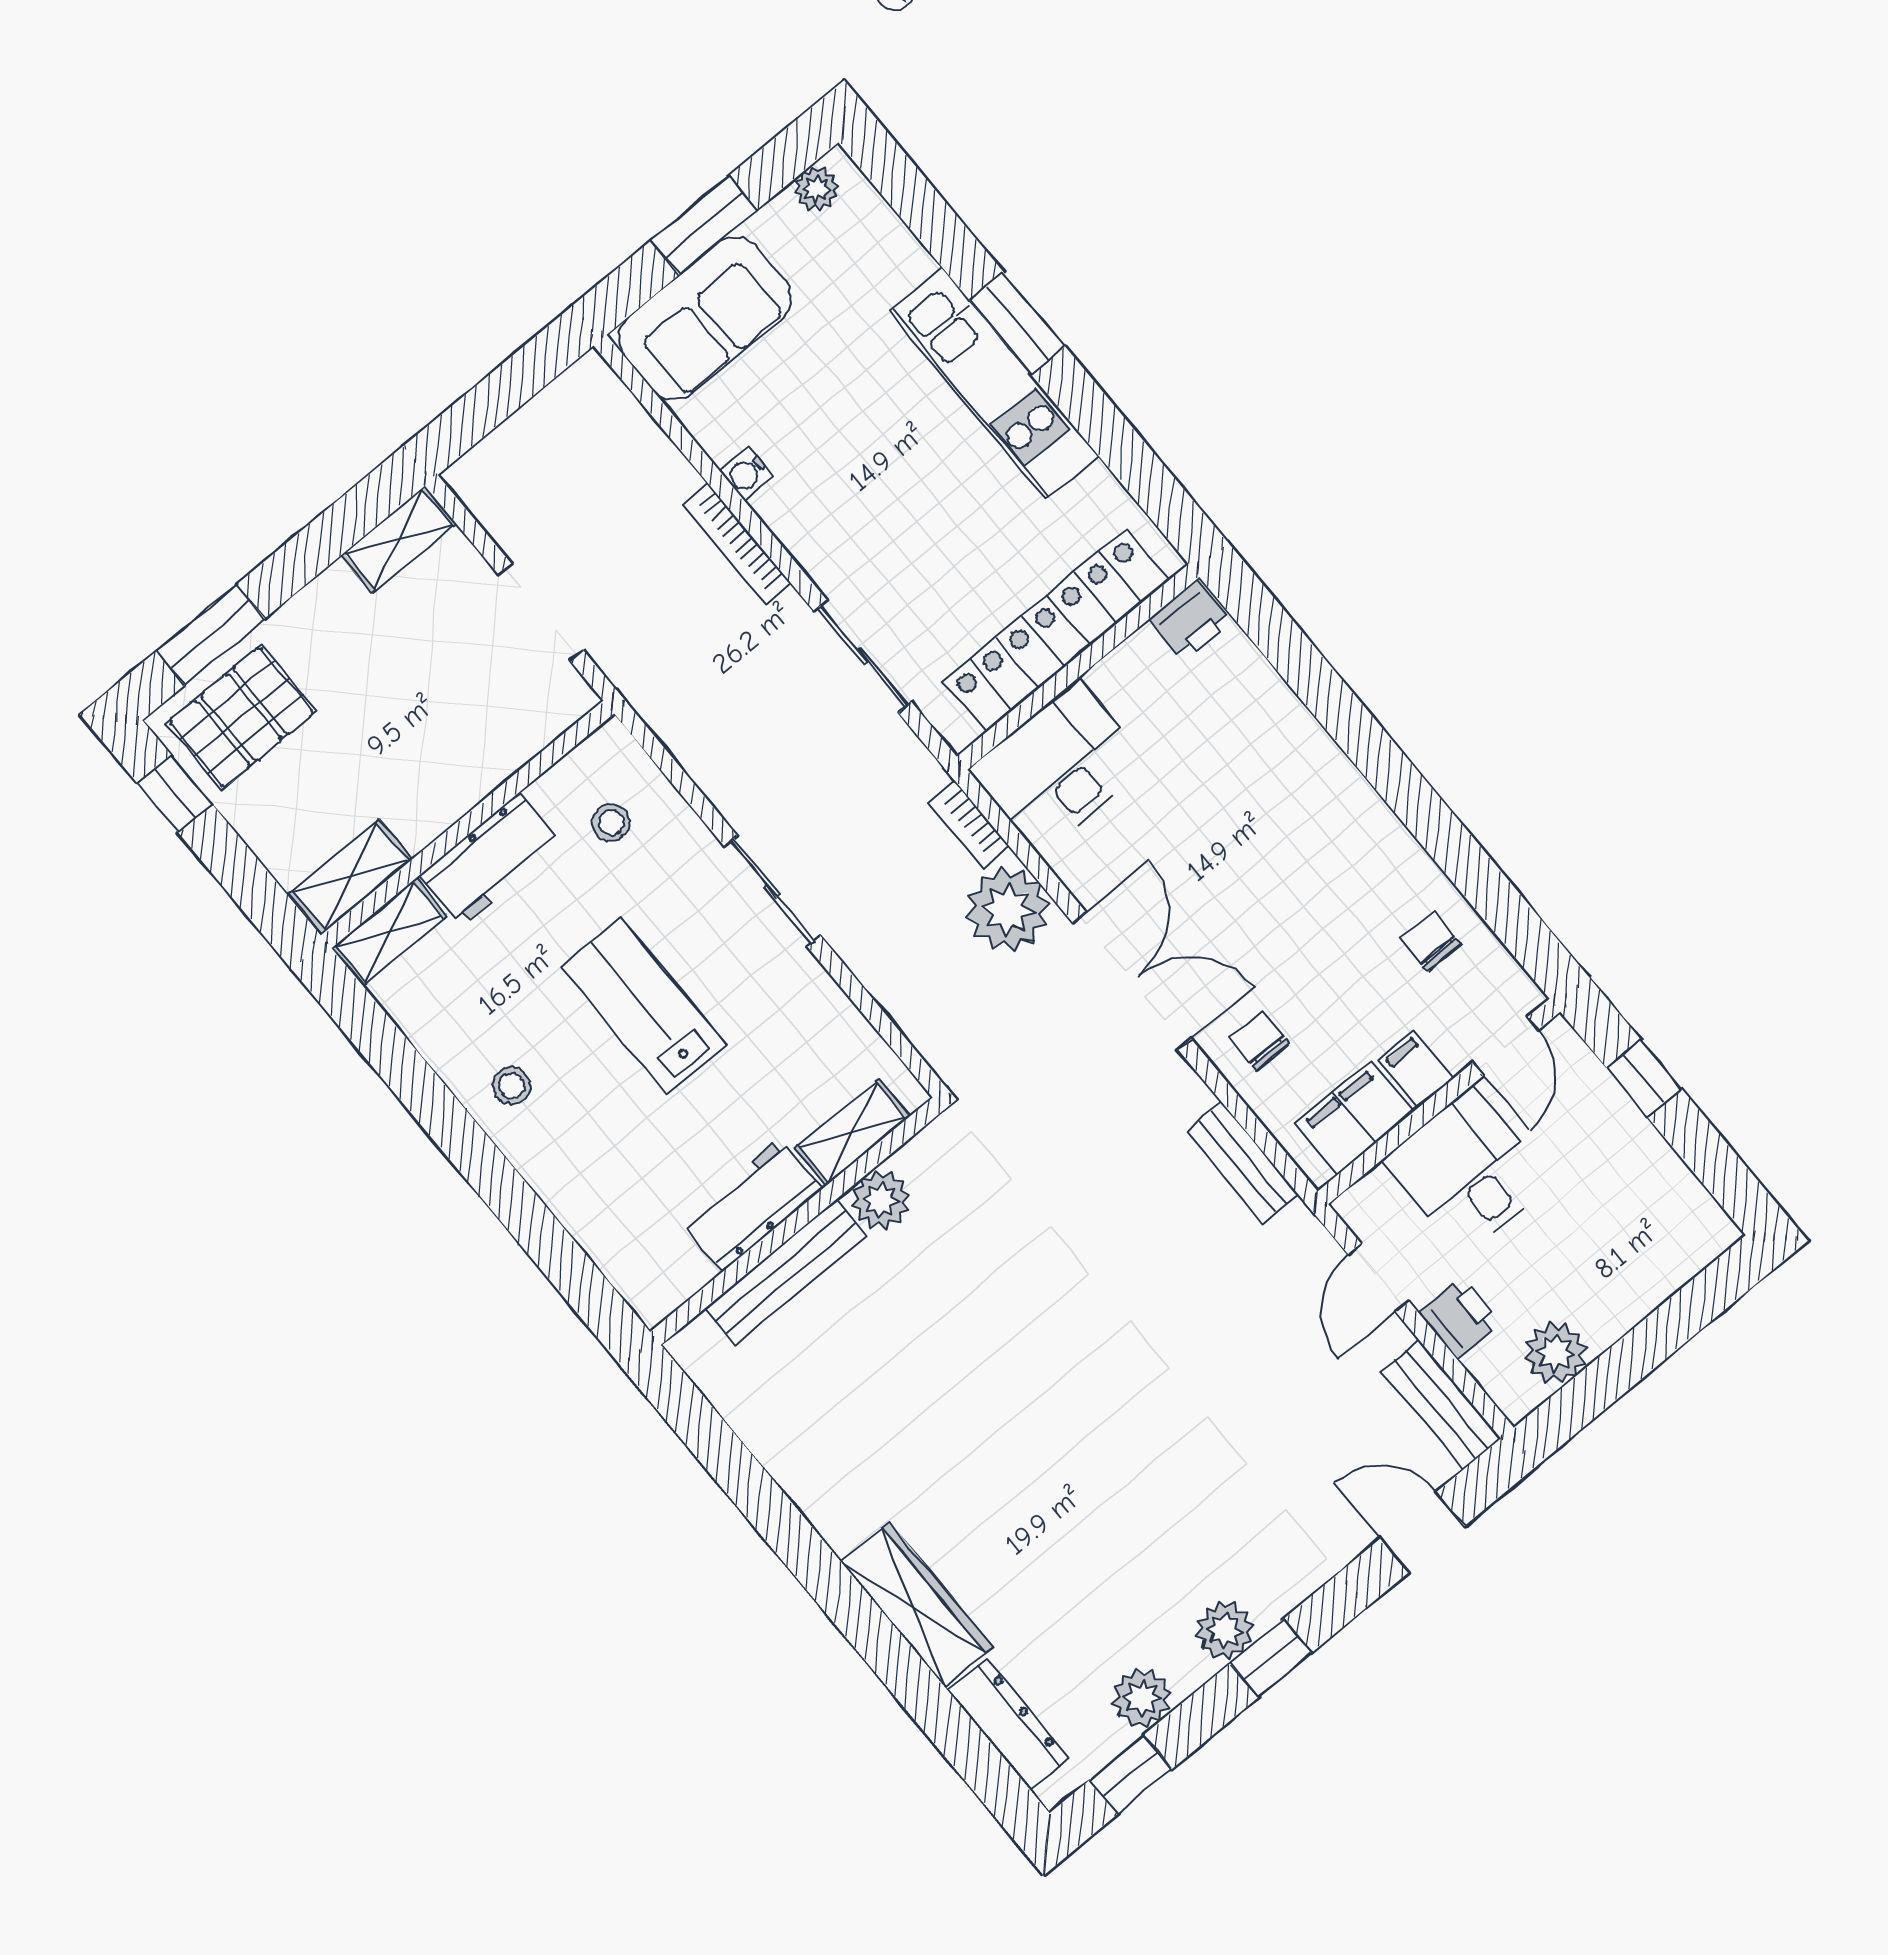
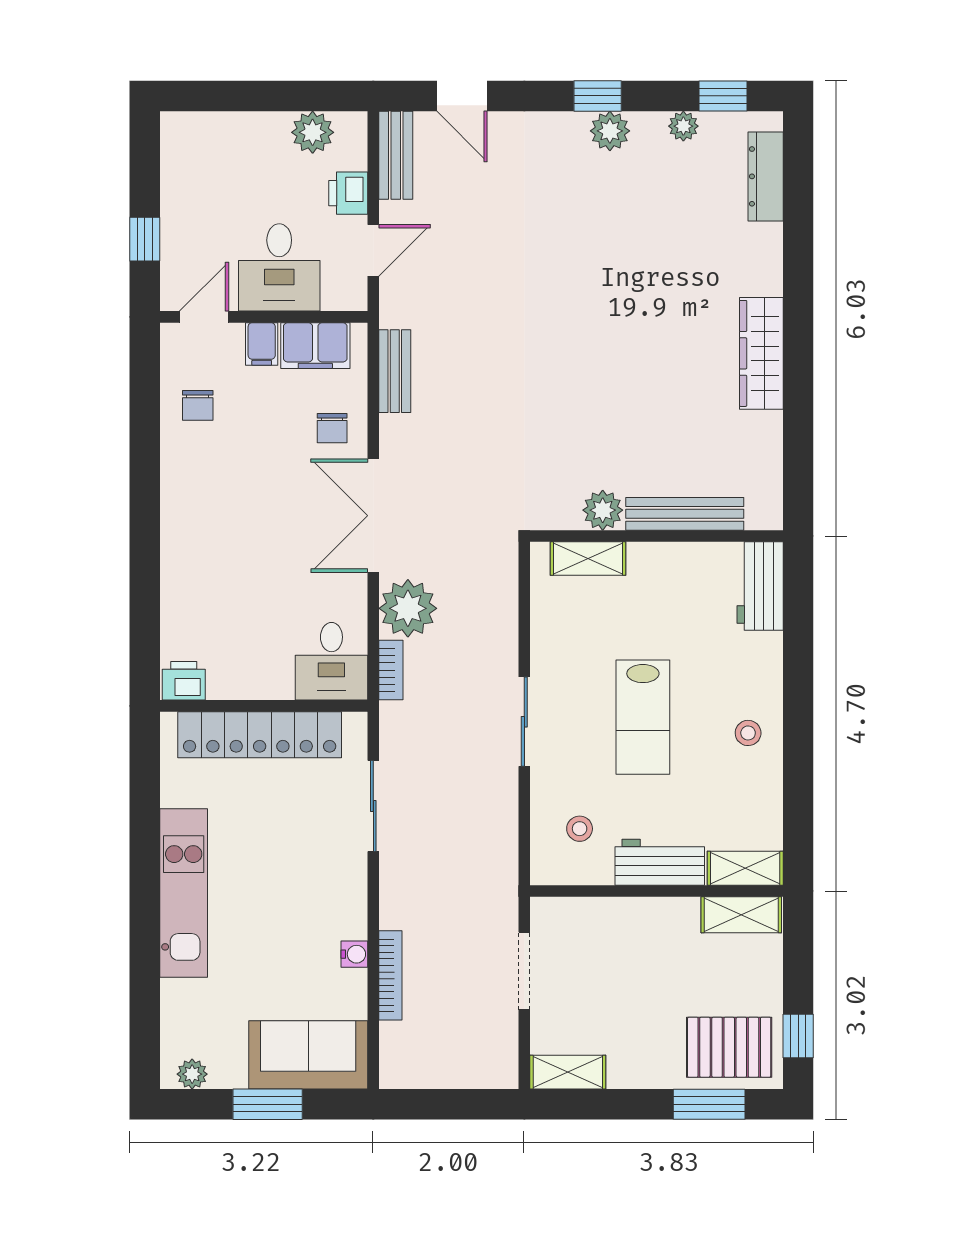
window: (1017, 323) -> (145, 915), removed
bookcase: (737, 544) -> (390, 975), moved
desk: (1059, 767) -> (331, 661), width x0.73
workbench: (752, 1204) -> (760, 586), moved, turned 90
wardrobe: (917, 1604) -> (761, 353), moved
plant: (1142, 1698) -> (683, 126), width x0.73, depth x0.73

